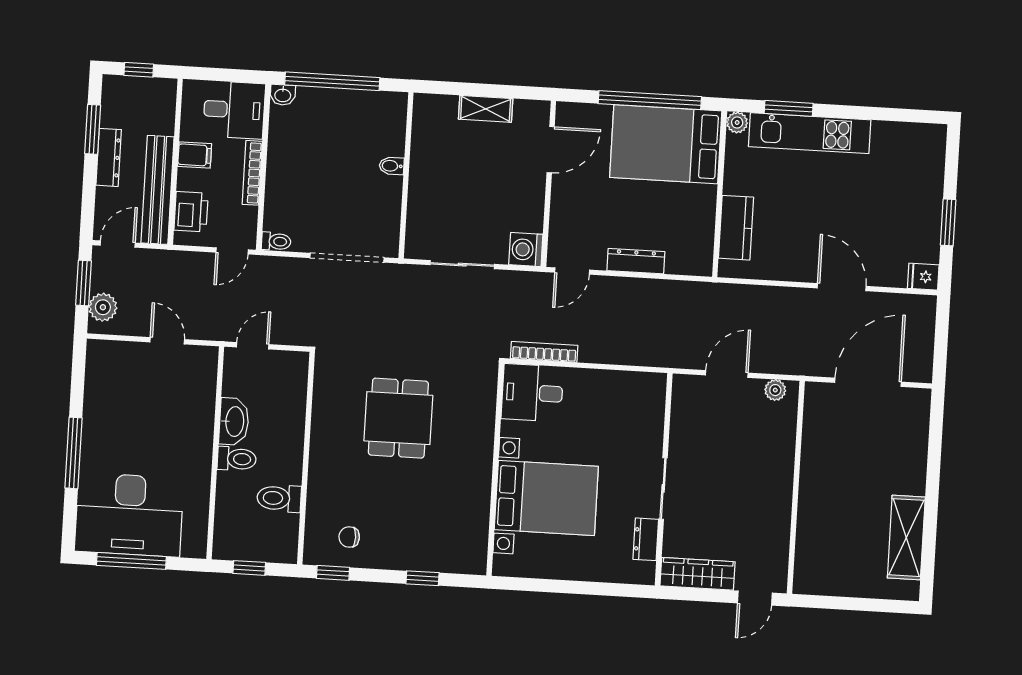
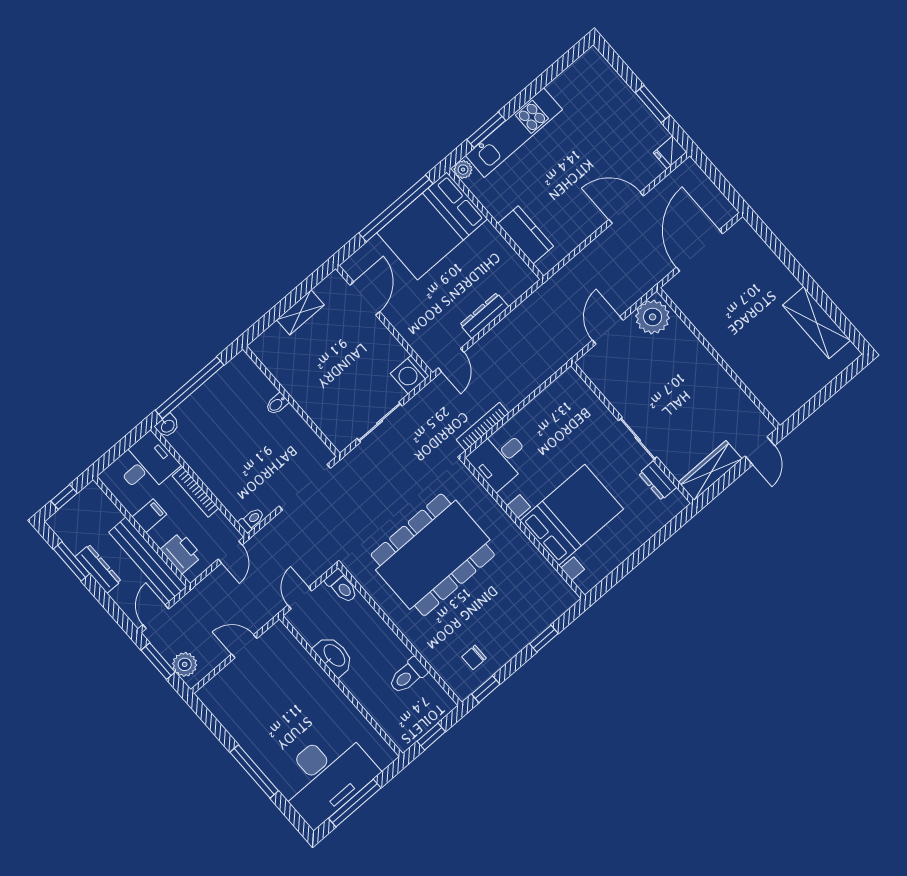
plant: (775, 390) -> (653, 317), width x1.87, depth x1.87
dining table: (398, 418) -> (433, 555), width x1.87, depth x1.24
toilet: (237, 459) -> (342, 586), moved, turned 90

